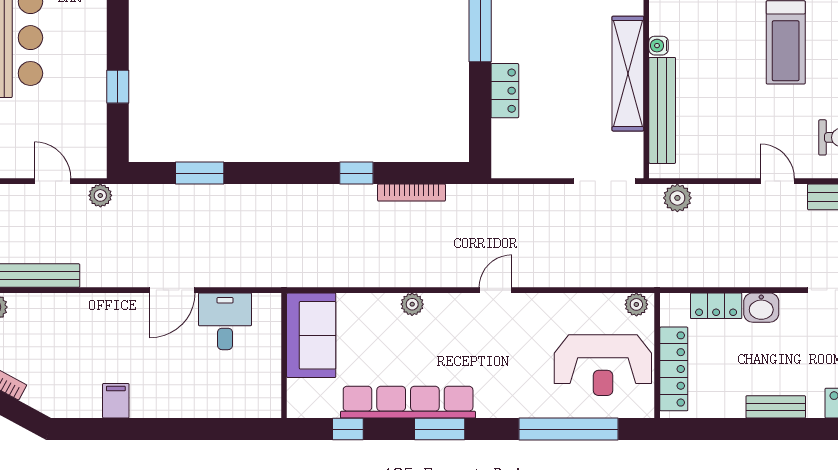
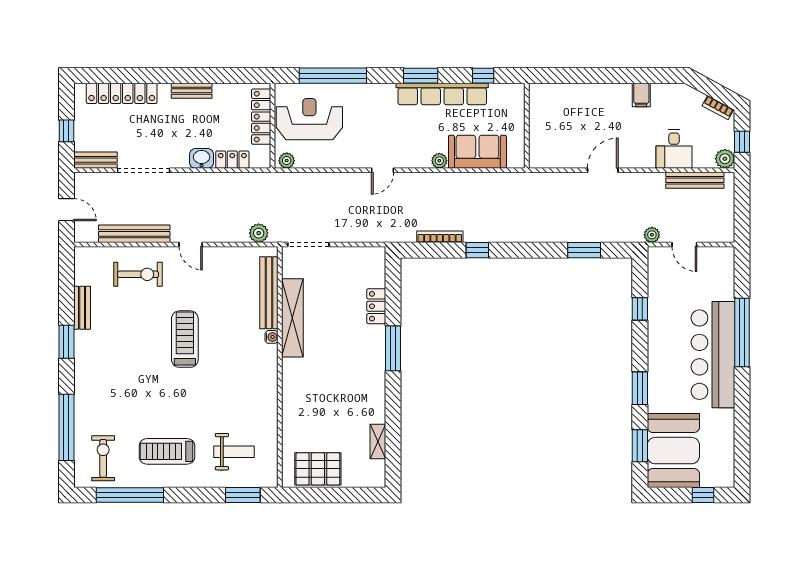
desk: (225, 321) -> (674, 149), moved
sofa: (311, 335) -> (477, 152), moved, turned 90

